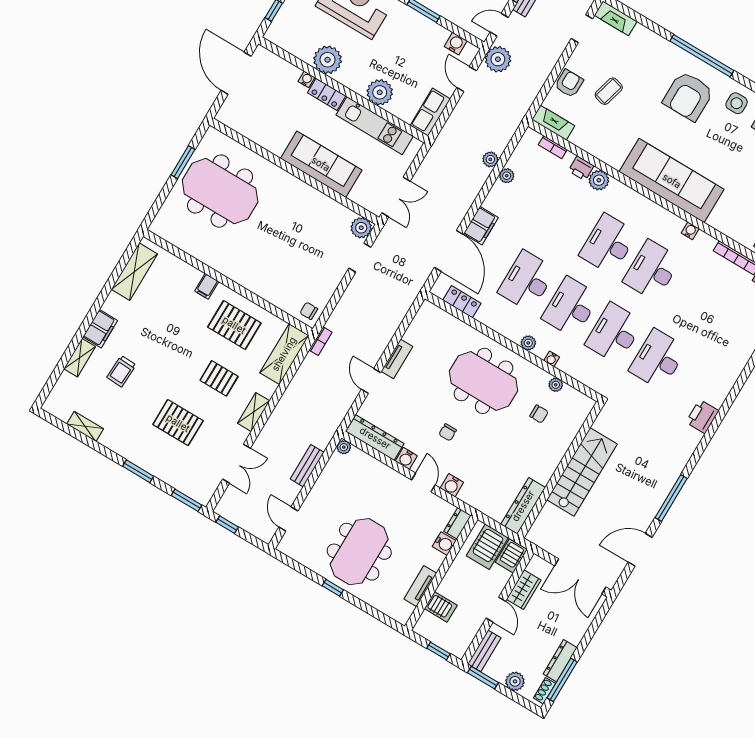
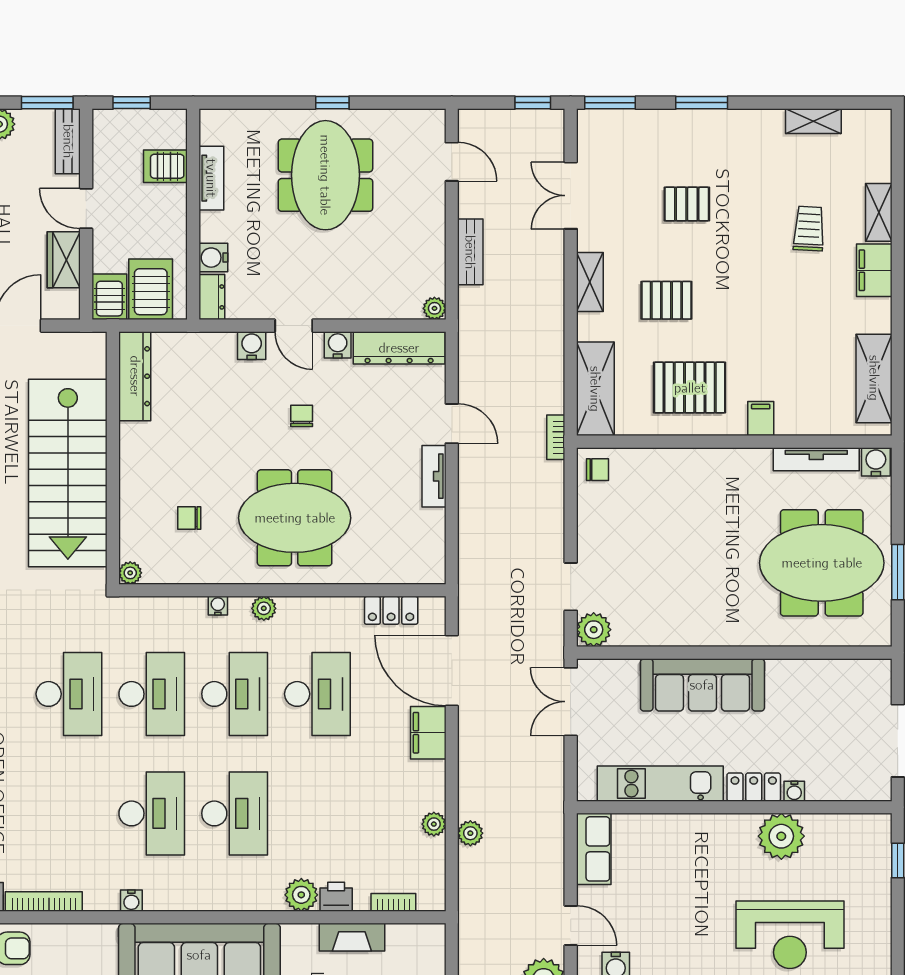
plant: (380, 92) -> (681, 834), removed
fireplace: (553, 123) -> (352, 937), moved
water cooler: (160, 227) -> (876, 462), added
tv unit: (190, 247) -> (816, 459), added
plant: (556, 385) -> (130, 573), moved
pallet: (178, 423) -> (687, 204), width x0.67, depth x0.71
stairs: (582, 472) -> (68, 473), width x1.36, depth x1.51

